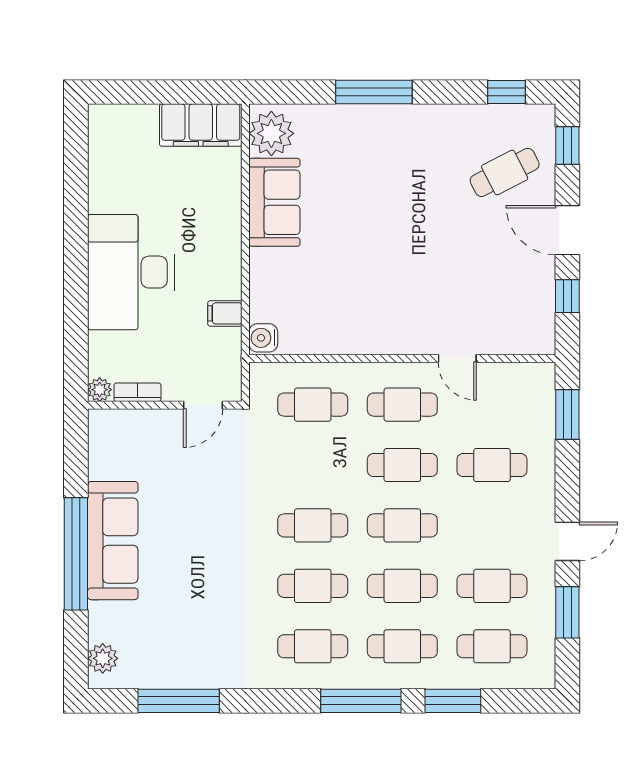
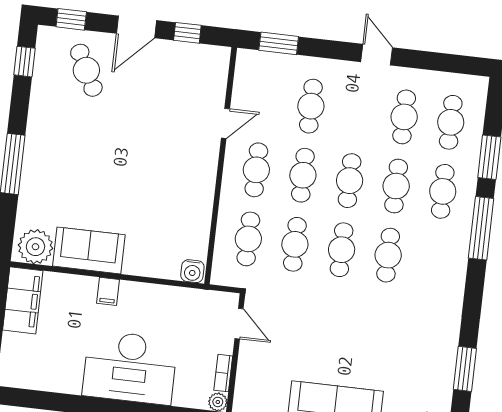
filing cabinet: (225, 313) -> (108, 291), moved
window: (567, 612) -> (431, 61), removed
cafe table: (313, 646) -> (295, 244), moved
window: (179, 701) -> (465, 369), width x0.69

